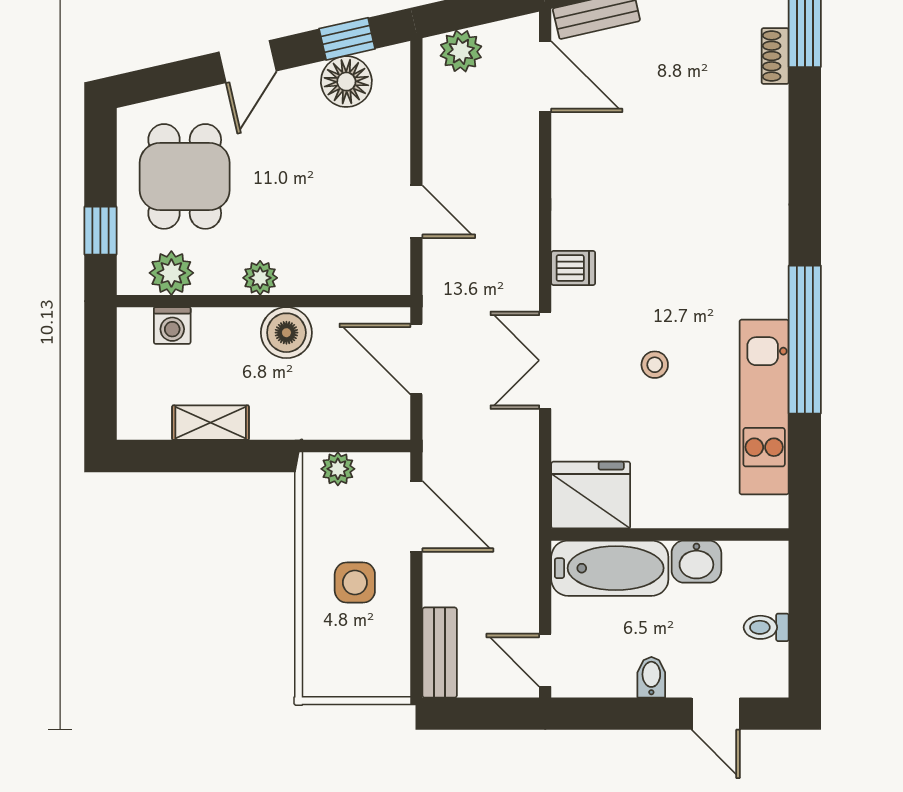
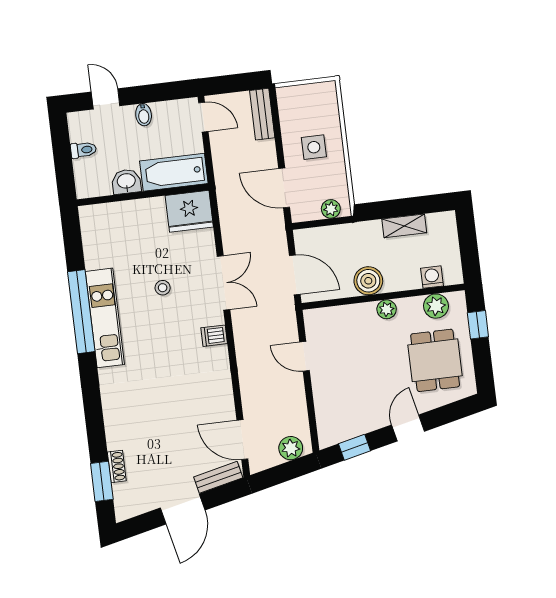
floor lamp: (346, 82) -> (352, 424), removed
kitchen unit: (764, 407) -> (105, 318), moved

